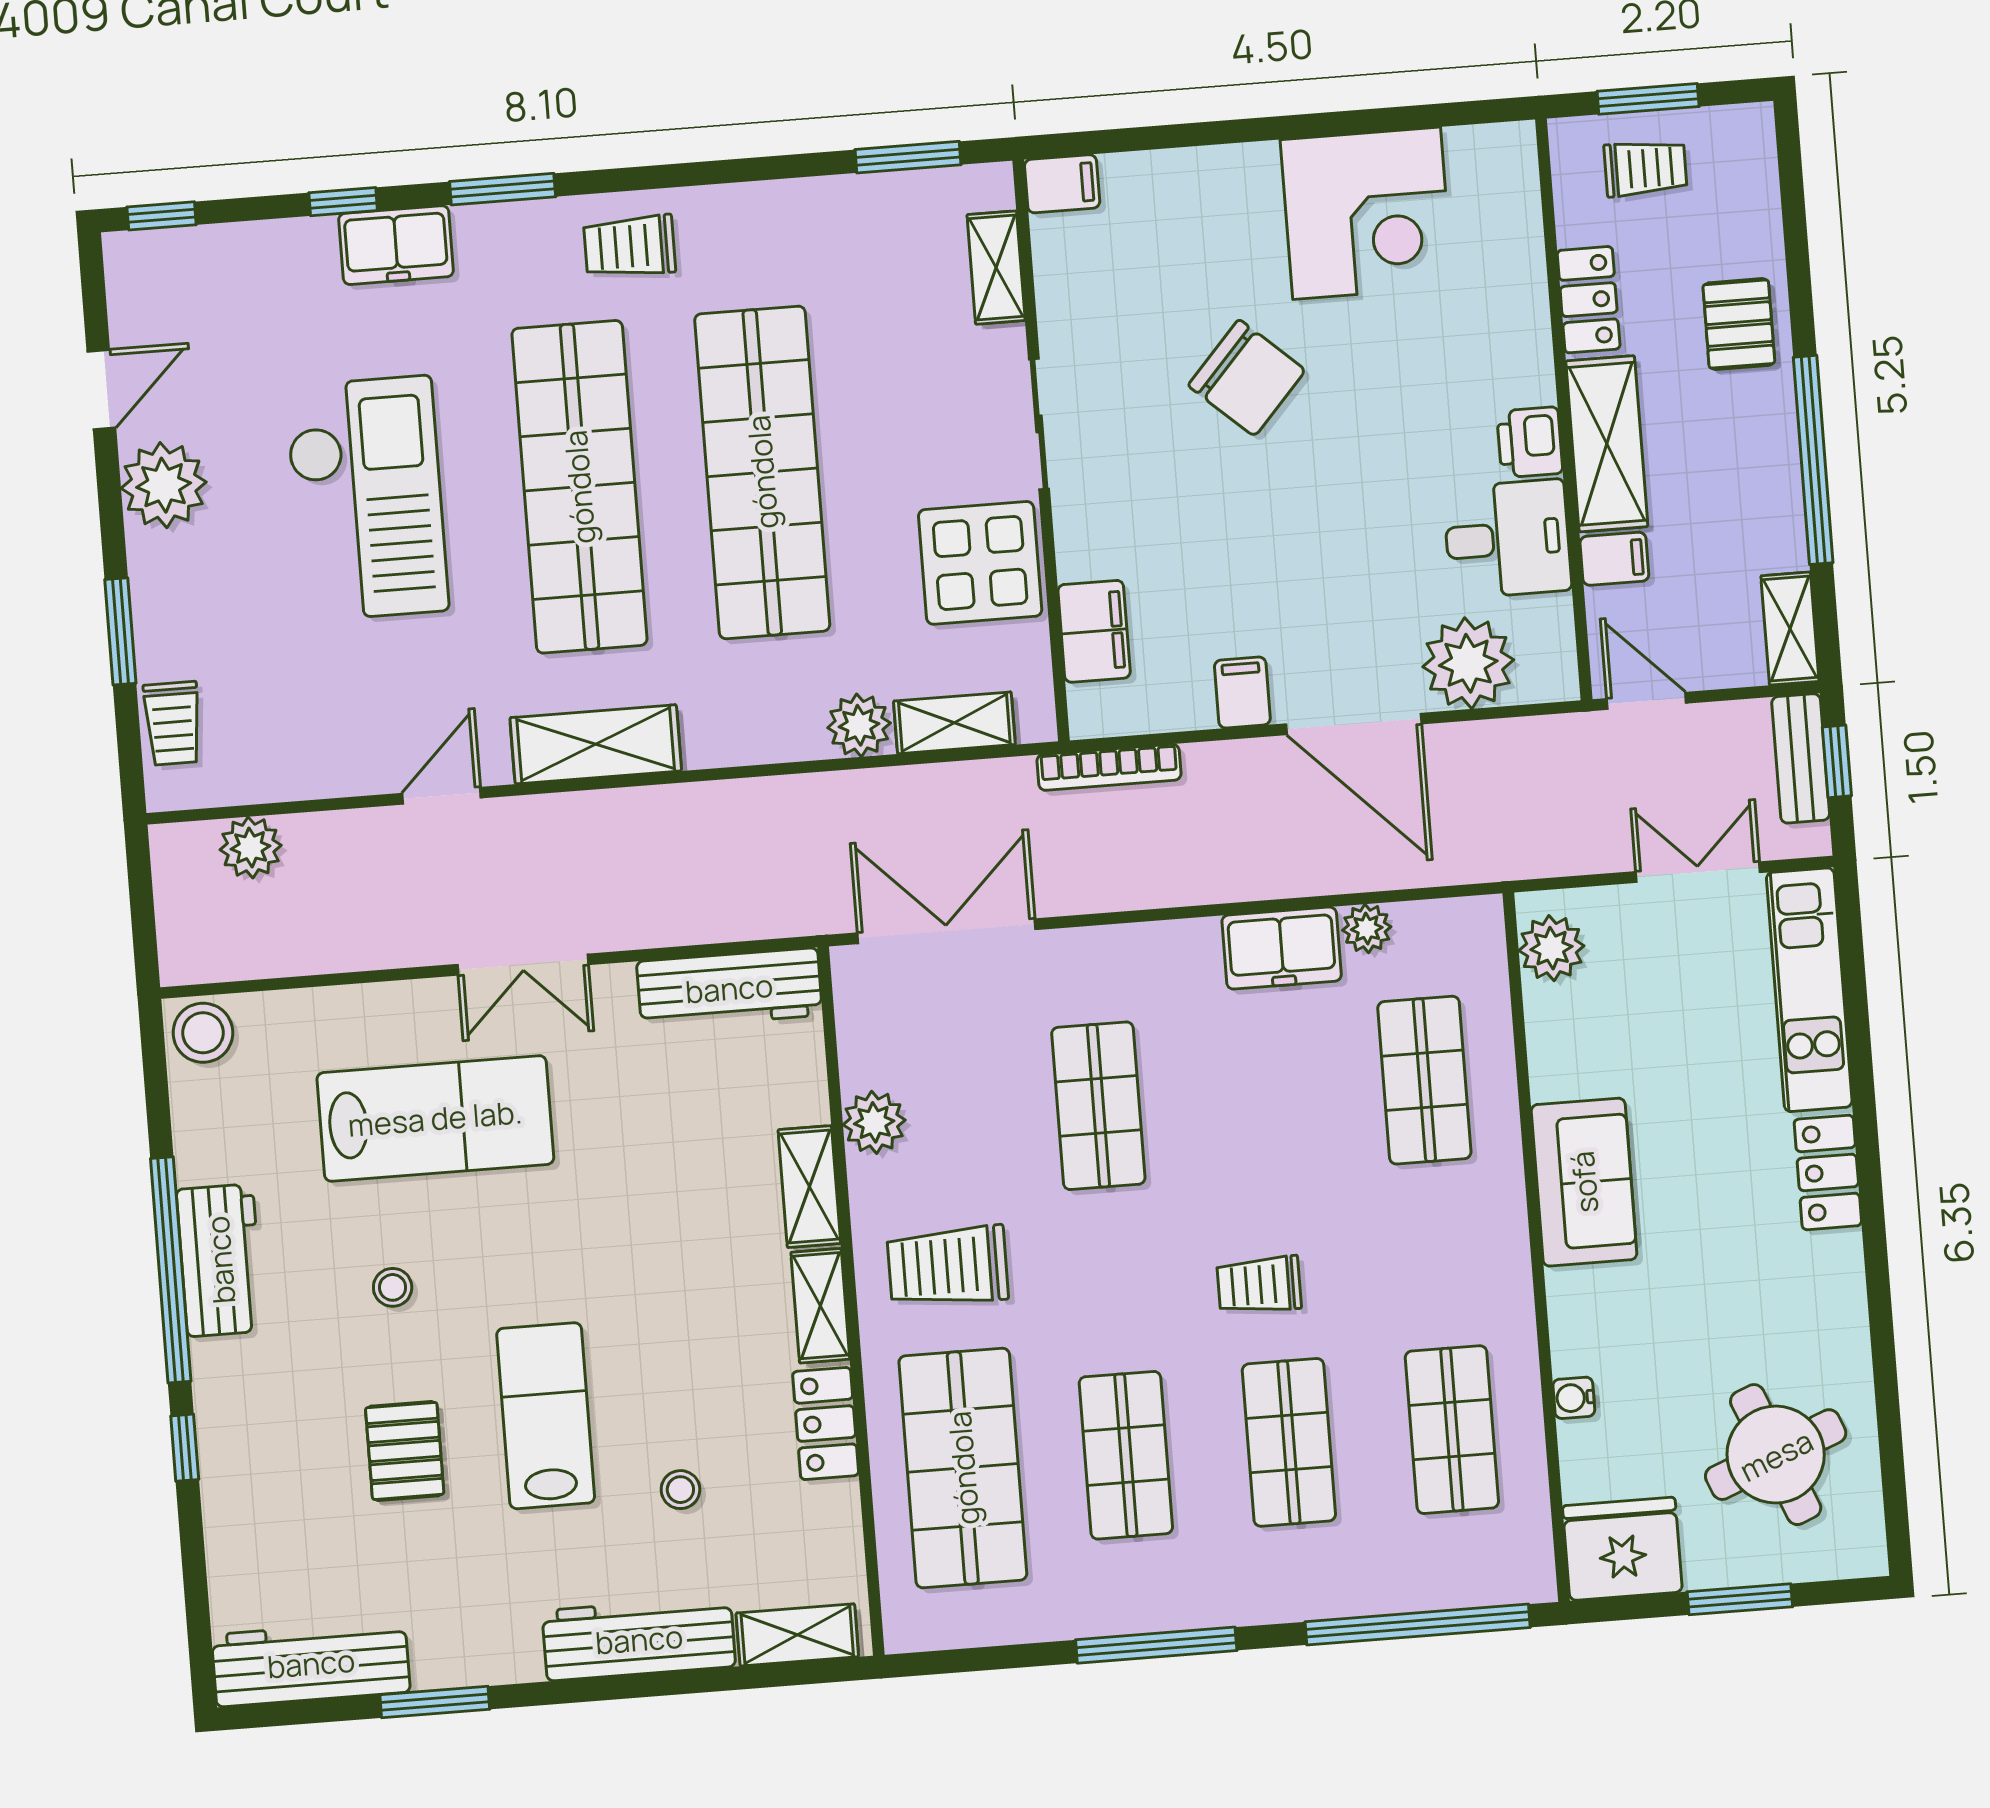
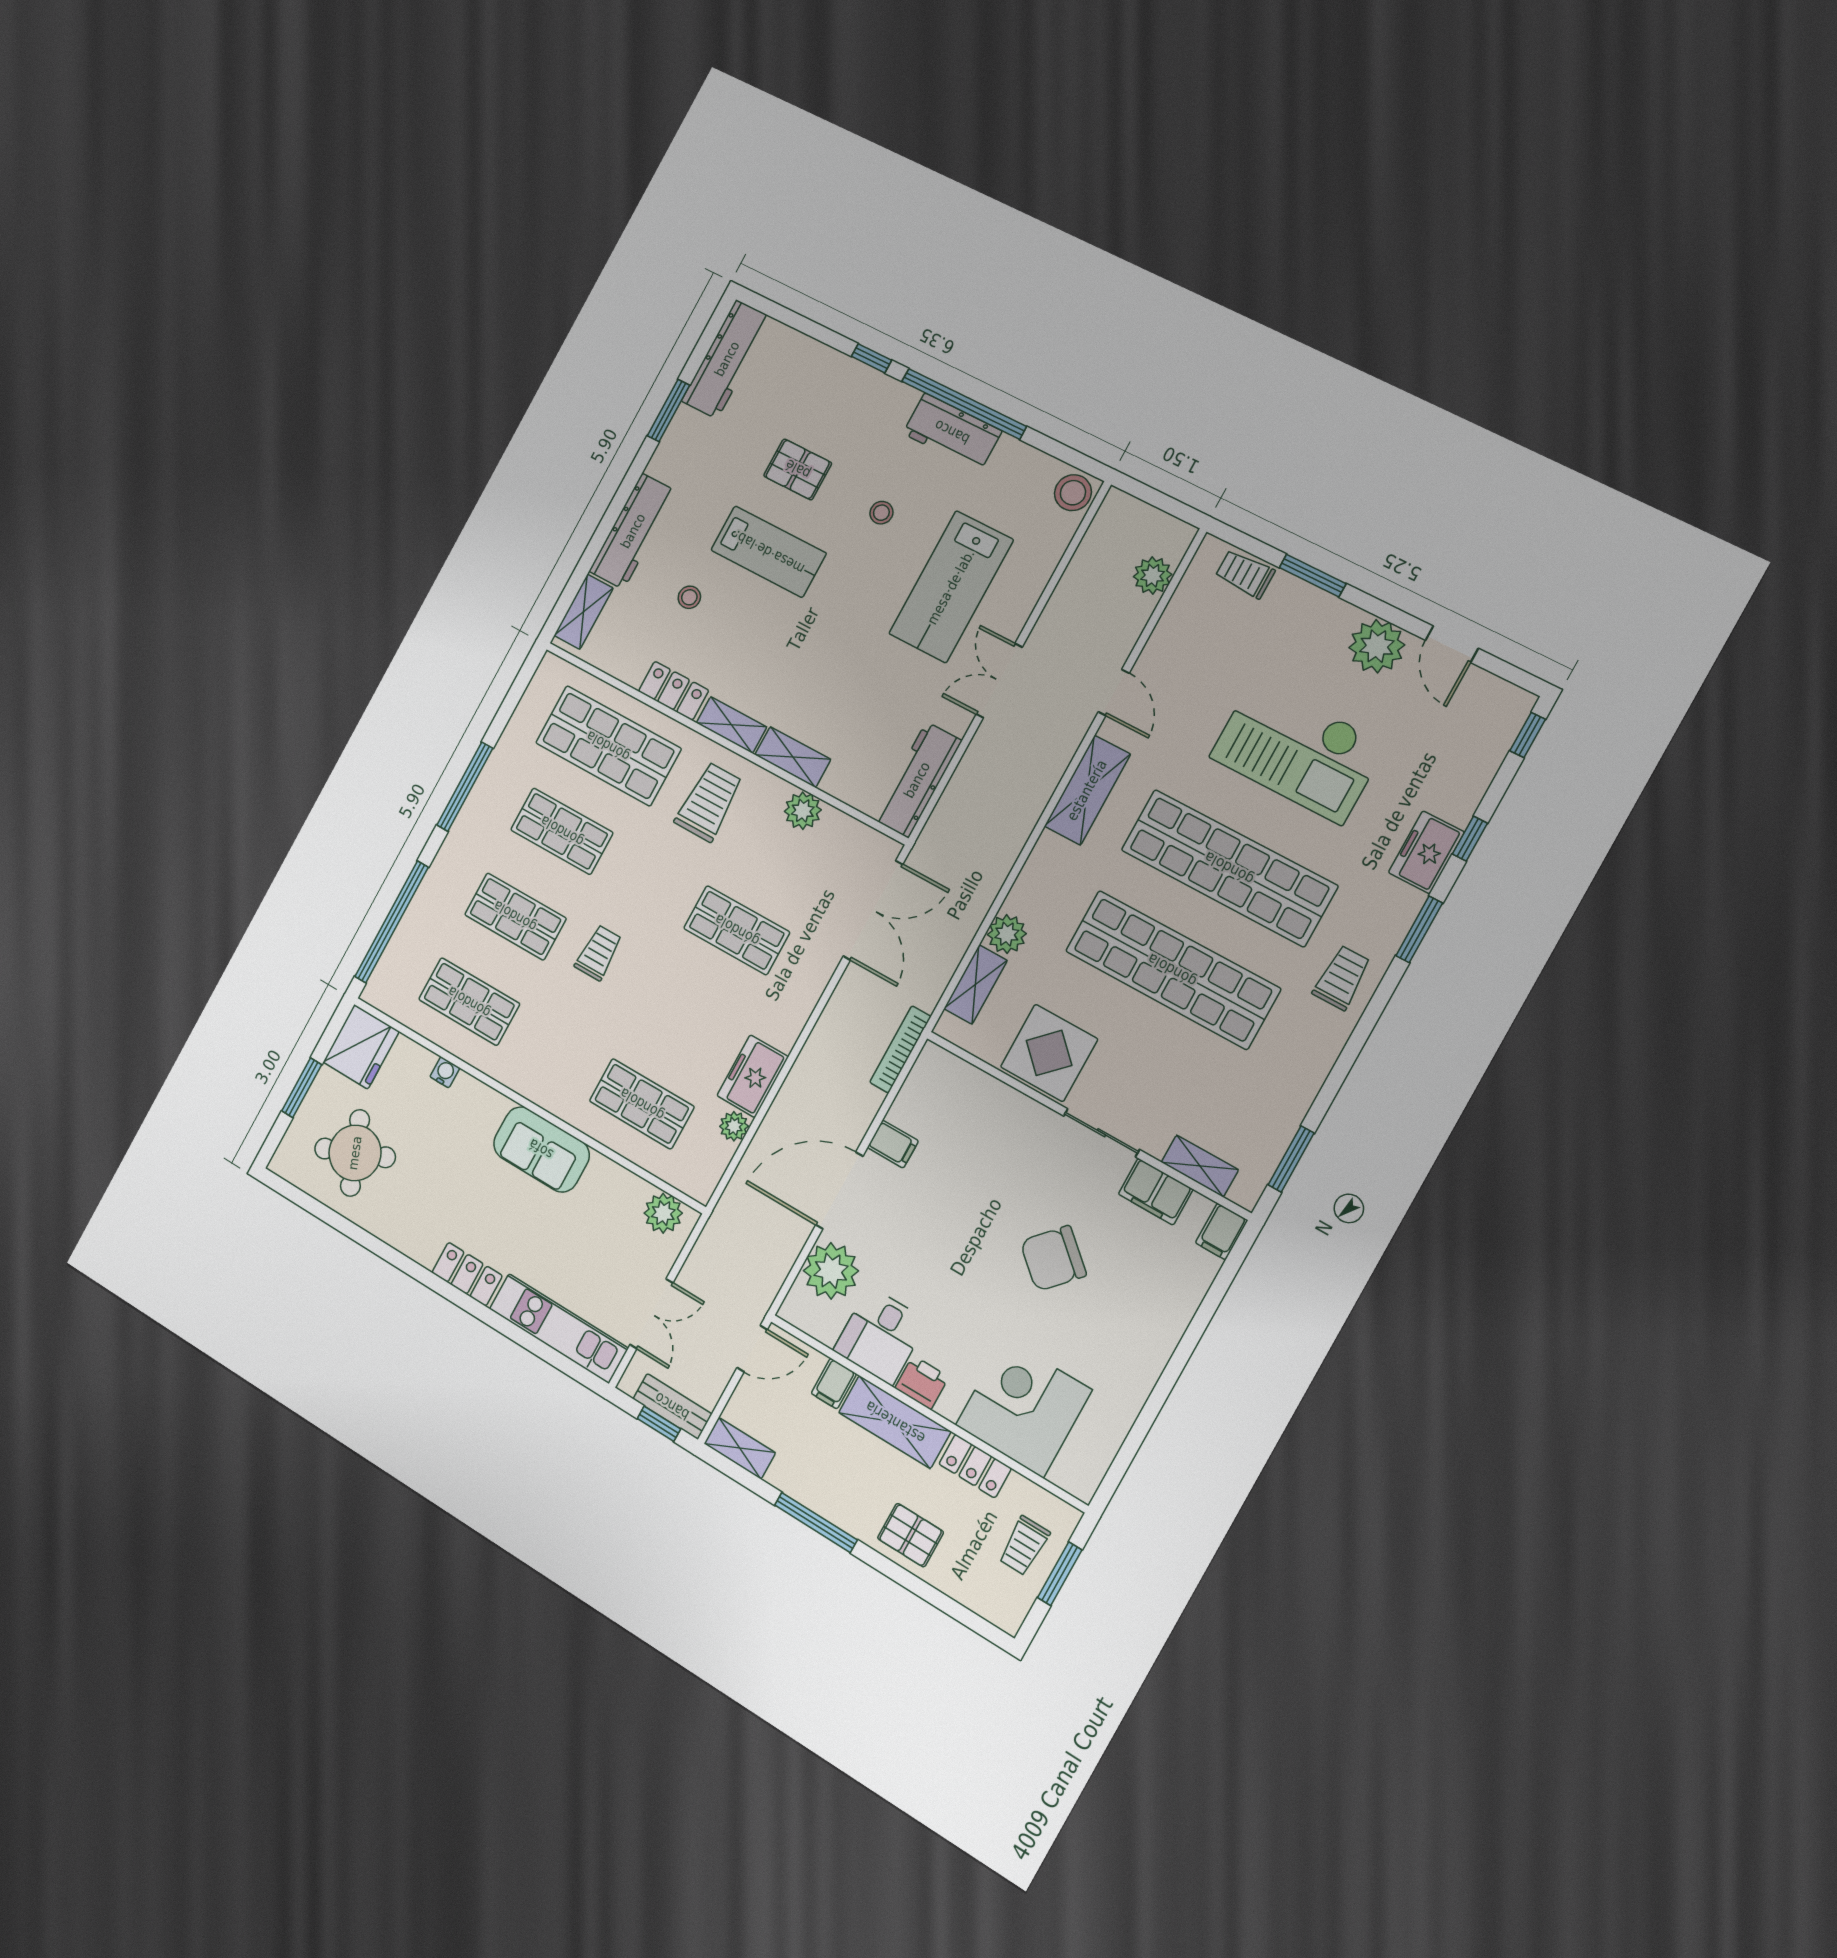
corner desk: (1367, 213) -> (1024, 1408), moved, turned 90
window: (1813, 460) -> (816, 1522), width x0.68
filing cabinet: (1094, 631) -> (1156, 1192), moved

